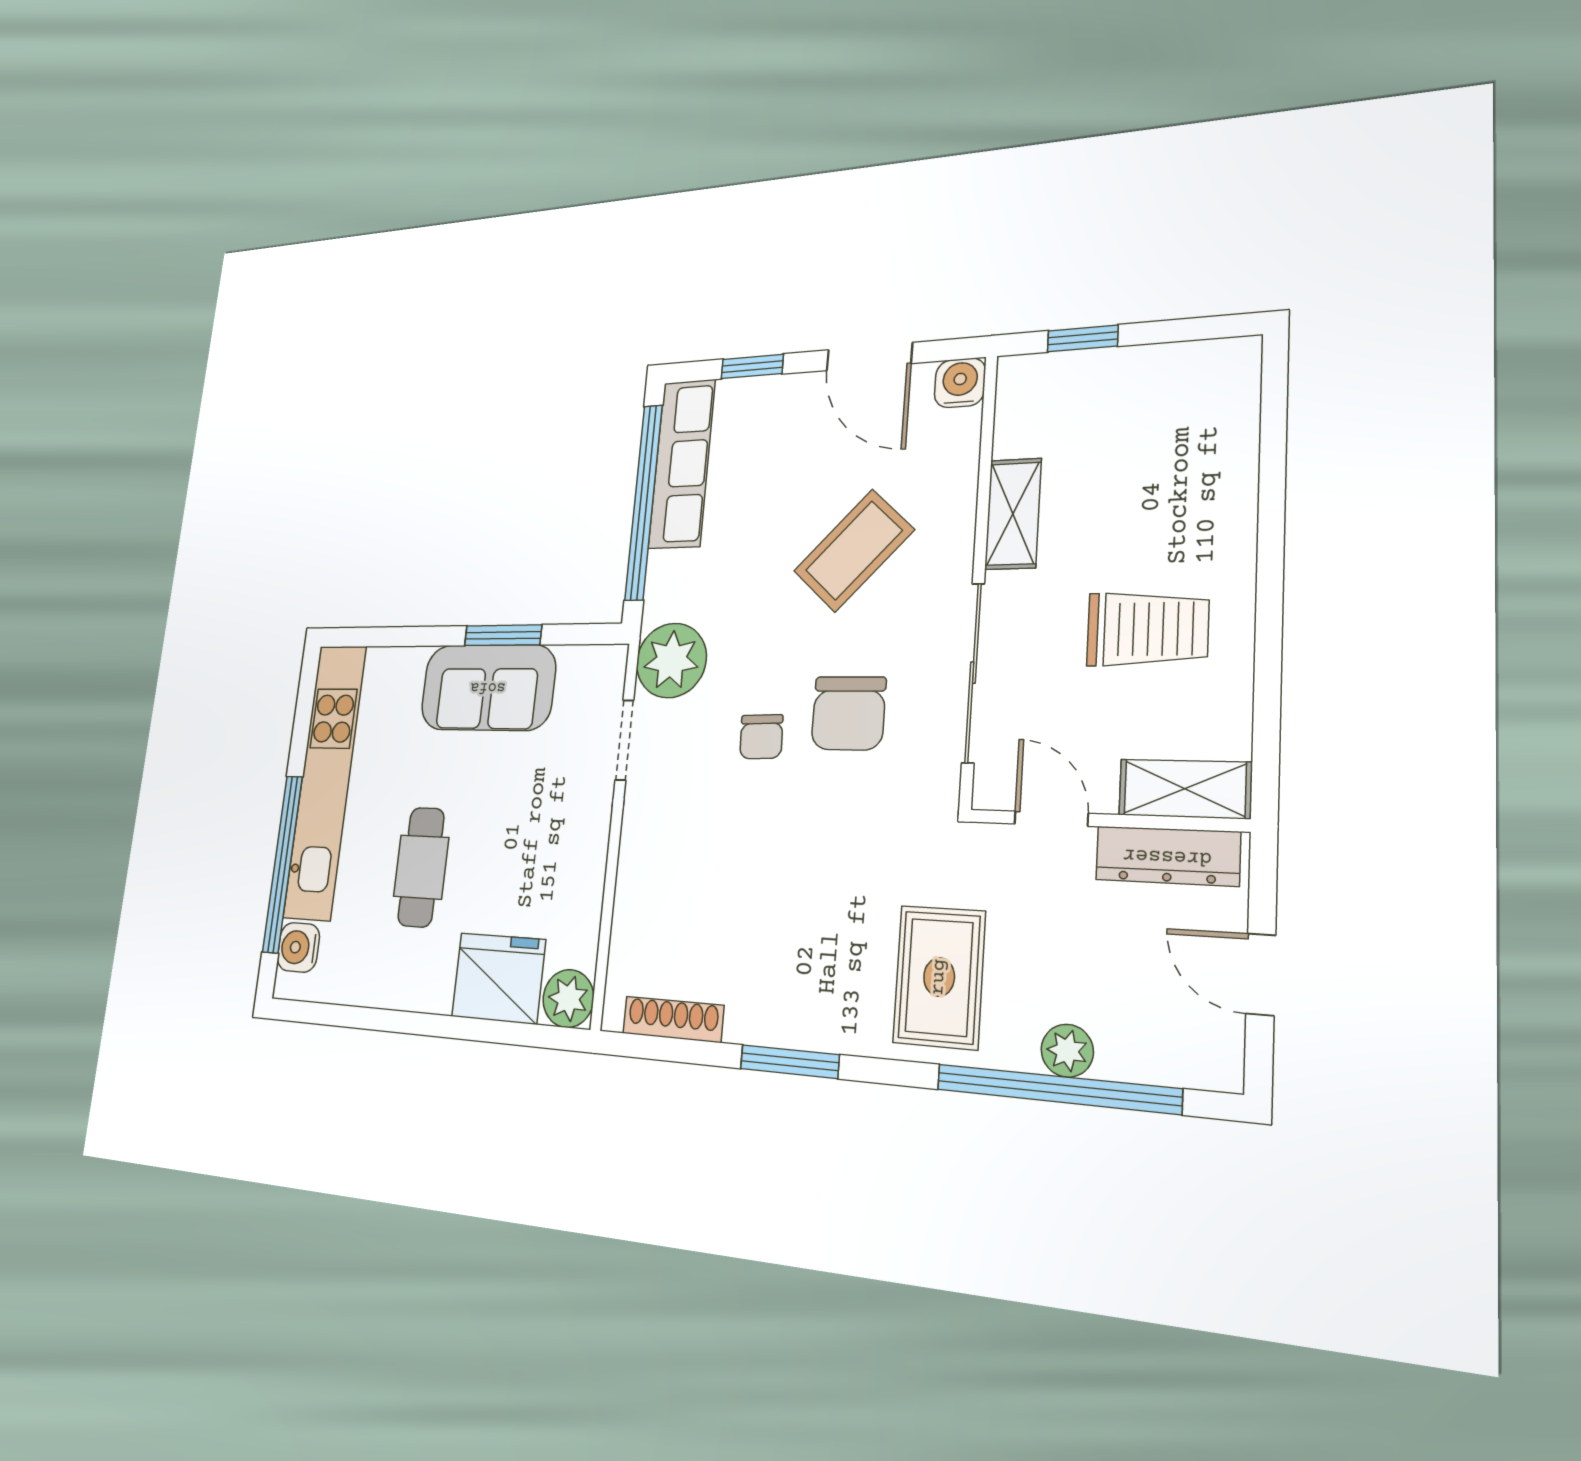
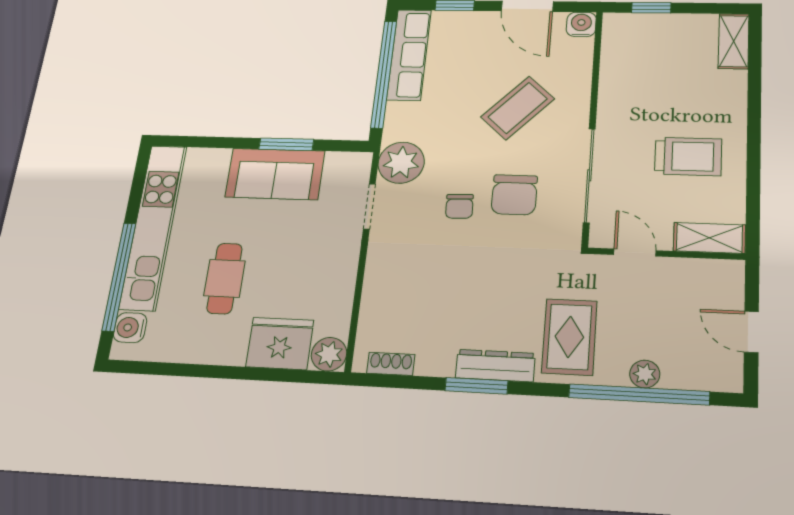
shelving: (1013, 514) -> (734, 41), moved
dresser: (1167, 856) -> (495, 366), moved, turned 180
shoe rack: (673, 1019) -> (391, 364), width x0.70

